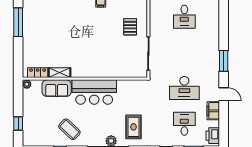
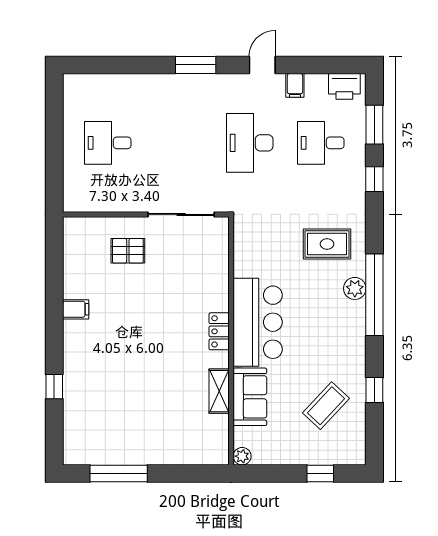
desk: (184, 17) -> (108, 143), turned 180
locker: (38, 73) -> (219, 331), moved
desk: (184, 88) -> (250, 143), turned 180
filing cabinet: (213, 111) -> (295, 85), width x0.50
coffee table: (69, 129) -> (326, 406), moved

